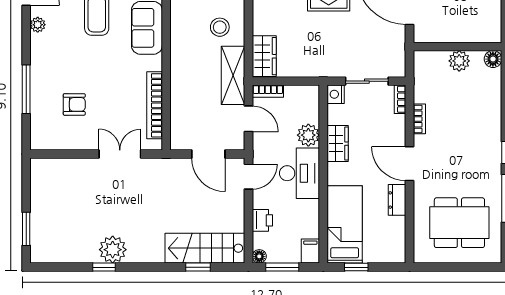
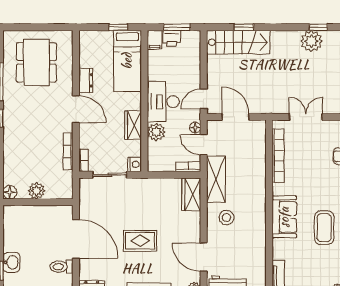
bookcase: (419, 119) -> (68, 151), width x1.56
double door: (120, 154) -> (306, 117), swing flipped
printer: (262, 220) -> (172, 38), moved, turned -90
dining table: (459, 223) -> (36, 62), turned 90
floor lamp: (259, 256) -> (195, 127), moved

